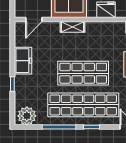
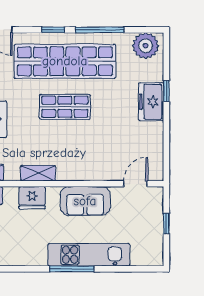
shelving: (72, 27) -> (38, 173), moved
freezer: (23, 61) -> (151, 102), moved
shop shelf: (83, 73) -> (65, 107), width x0.70, depth x0.74

